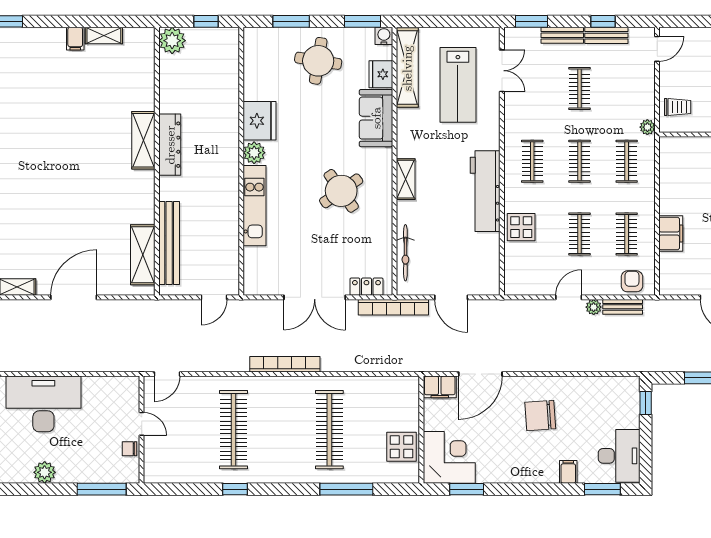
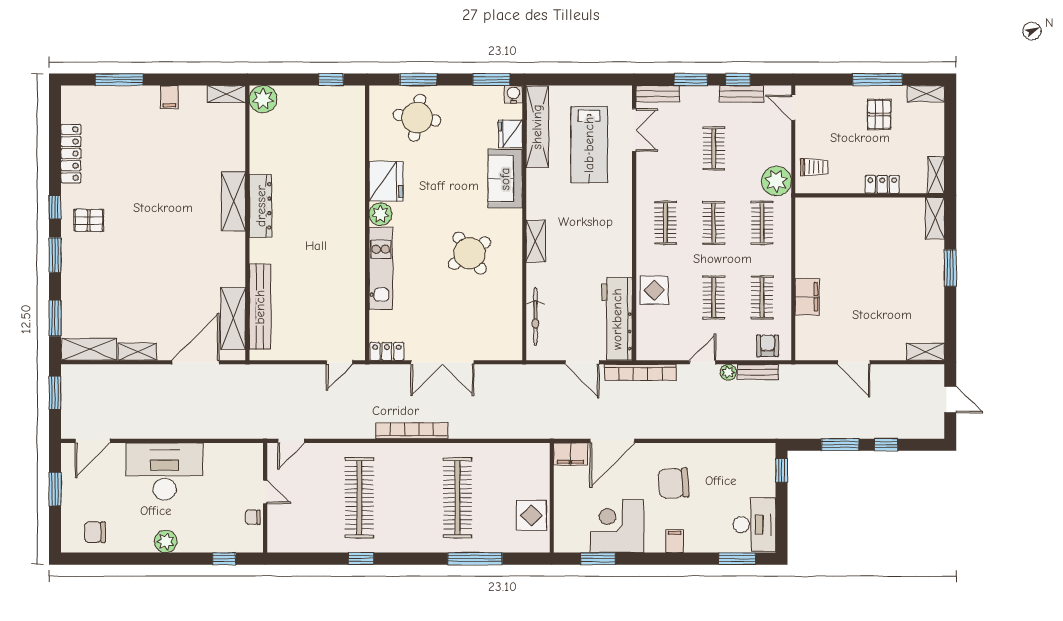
window: (531, 21) -> (691, 80), moved
bench: (562, 35) -> (658, 94), moved
filing cabinet: (75, 39) -> (169, 97), moved
plant: (172, 41) -> (263, 99), moved
door: (657, 49) -> (793, 108), swing flipped
round table: (318, 61) -> (417, 118), moved
plant: (647, 127) -> (776, 181), width x1.88, depth x1.88
shelving: (143, 140) -> (234, 201), moved
dresser: (170, 145) -> (261, 206), moved
wall: (157, 161) -> (247, 223), moved
workbench: (485, 191) -> (617, 319), moved
bench: (169, 243) -> (260, 307), moved
shelving: (143, 255) -> (233, 319), moved
locker: (366, 287) -> (387, 351), moved
bookcase: (393, 307) -> (640, 372), moved
corner desk: (449, 457) -> (617, 526), moved, turned -90
filing cabinet: (568, 472) -> (675, 541), moved
window: (102, 489) -> (224, 559), width x0.46

